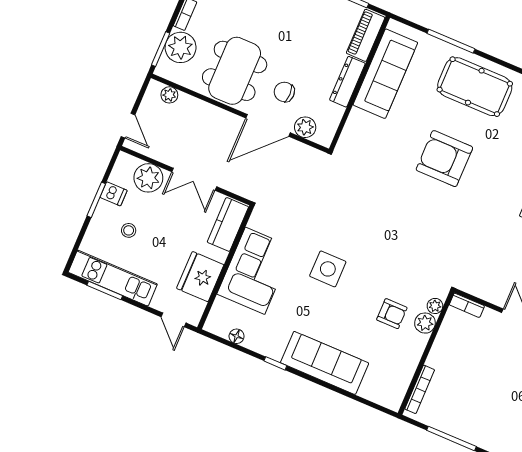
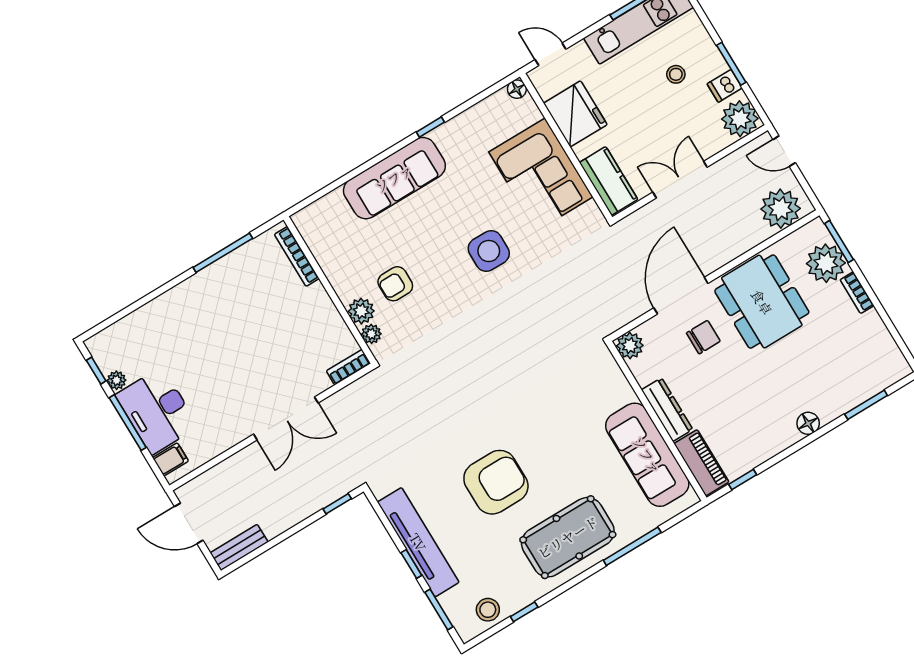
plant: (169, 95) -> (781, 209), width x1.88, depth x1.88
plant: (305, 127) -> (630, 346), moved
armchair: (444, 159) -> (496, 482), moved
plant: (148, 178) -> (740, 119), moved
floor lamp: (237, 336) -> (517, 89), moved

